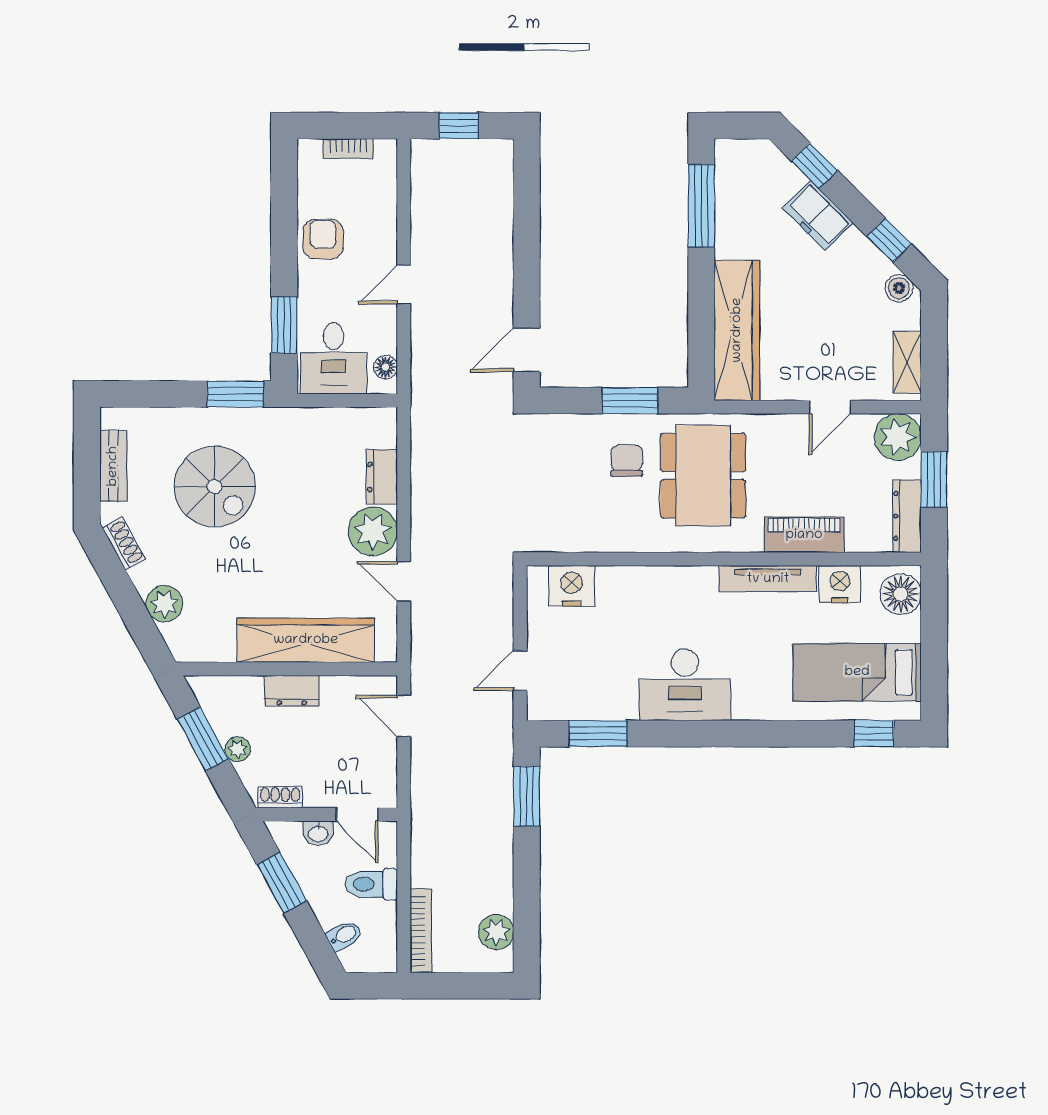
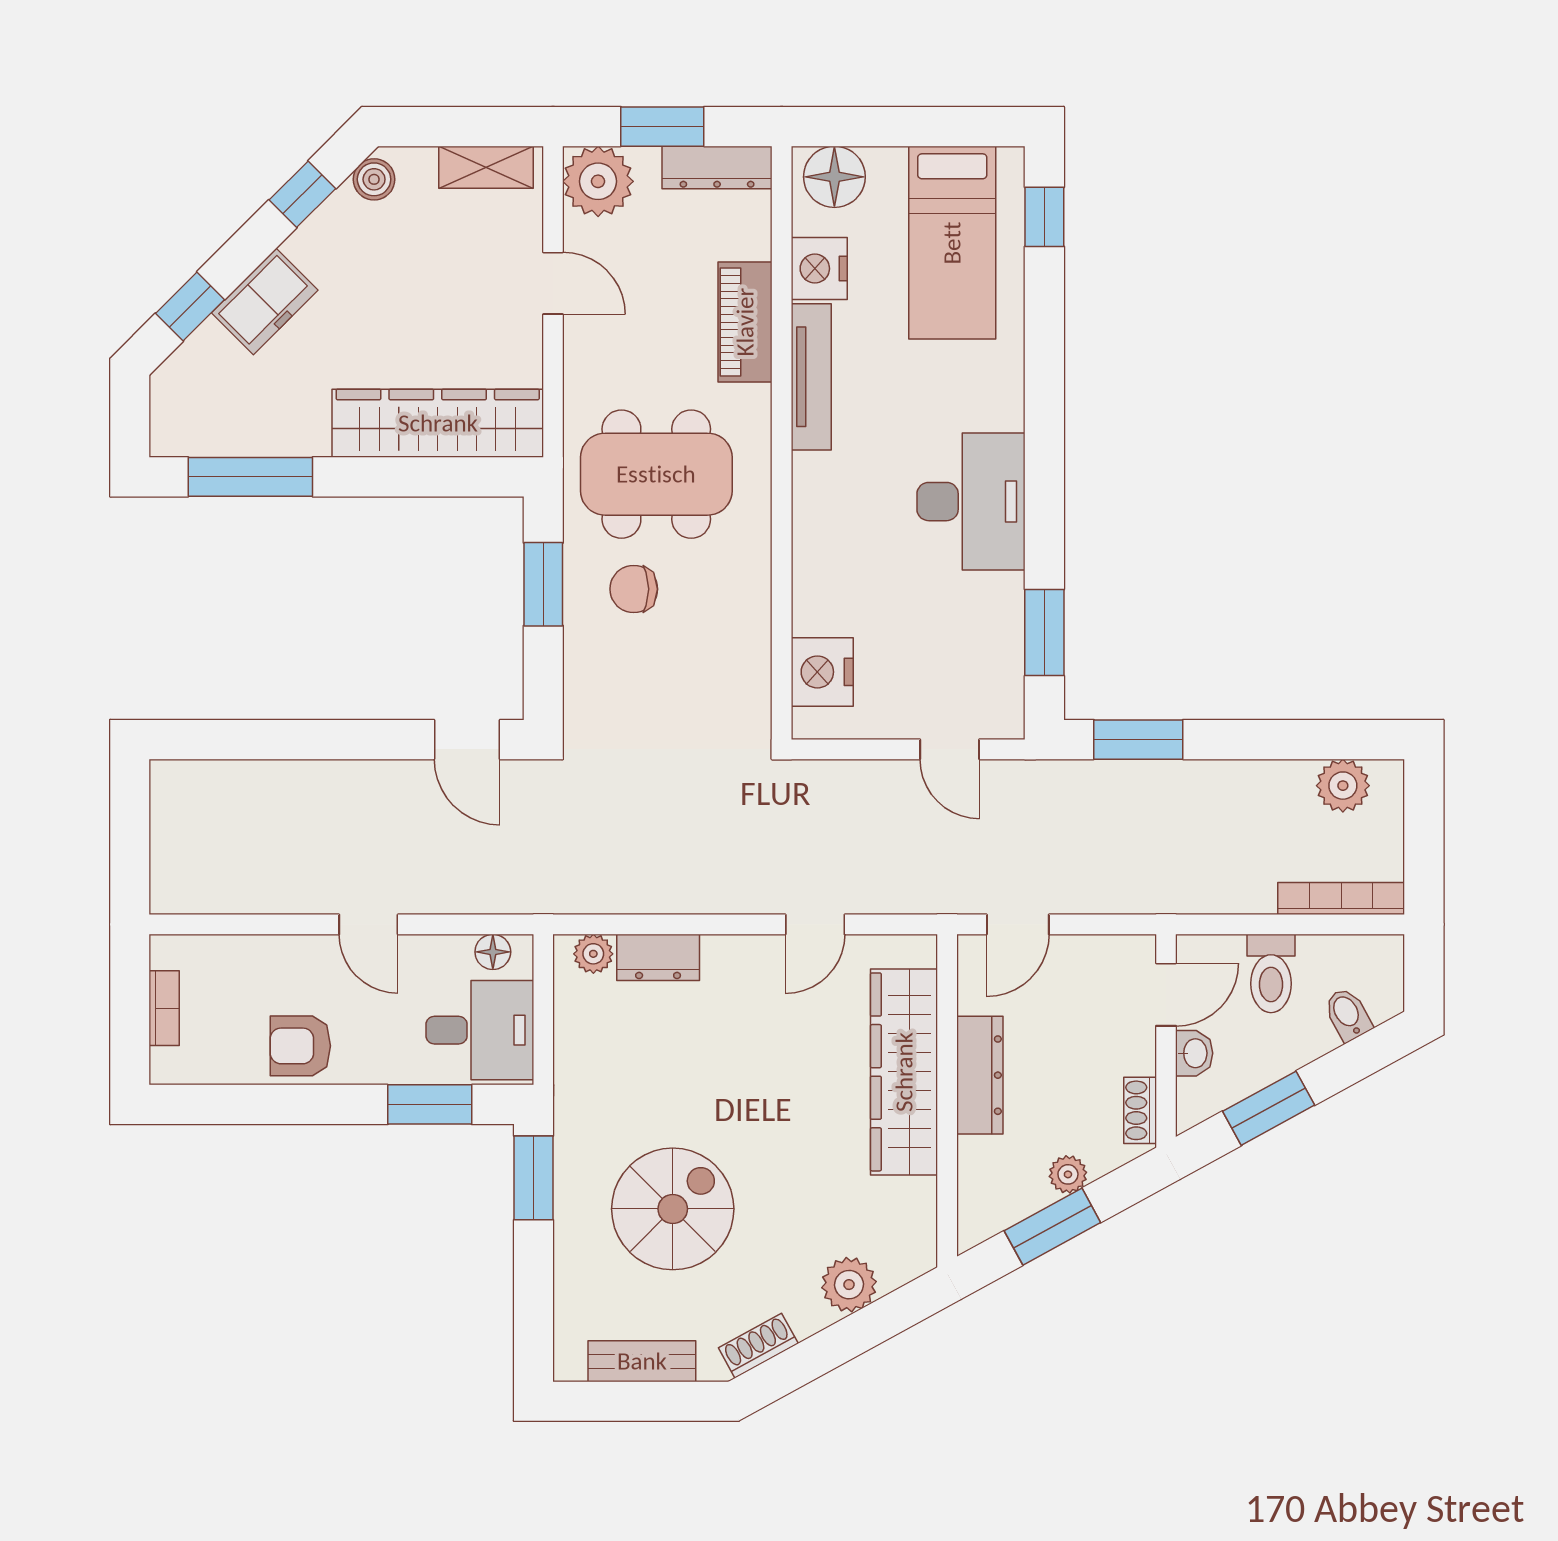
window: (459, 126) -> (130, 842), removed
plant: (373, 531) -> (593, 954), moved, width x0.53, depth x0.53
dresser: (292, 691) -> (980, 1075), width x1.44

